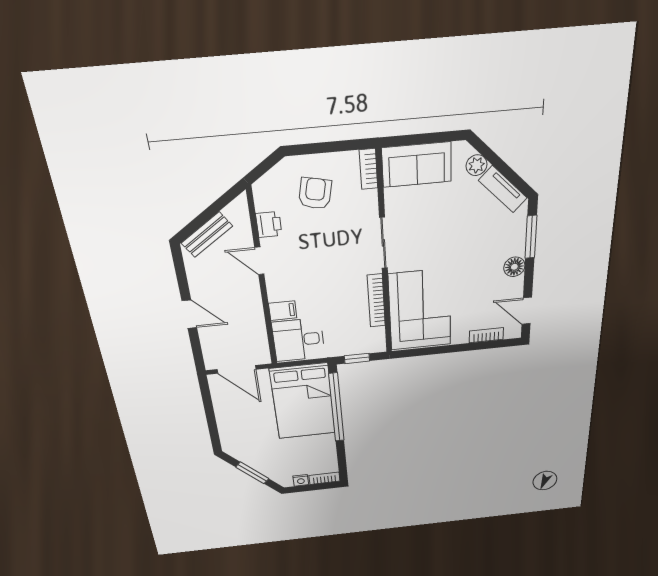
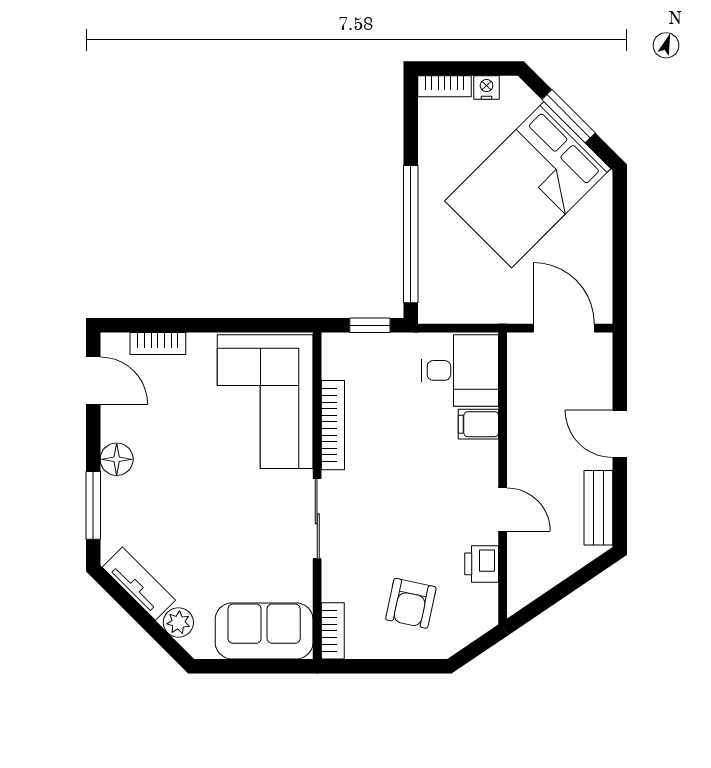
bench: (207, 235) -> (598, 508), moved, turned -56
bed: (303, 401) -> (528, 185), moved, turned -135

